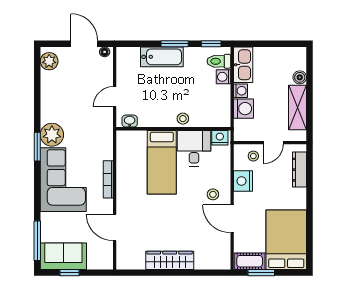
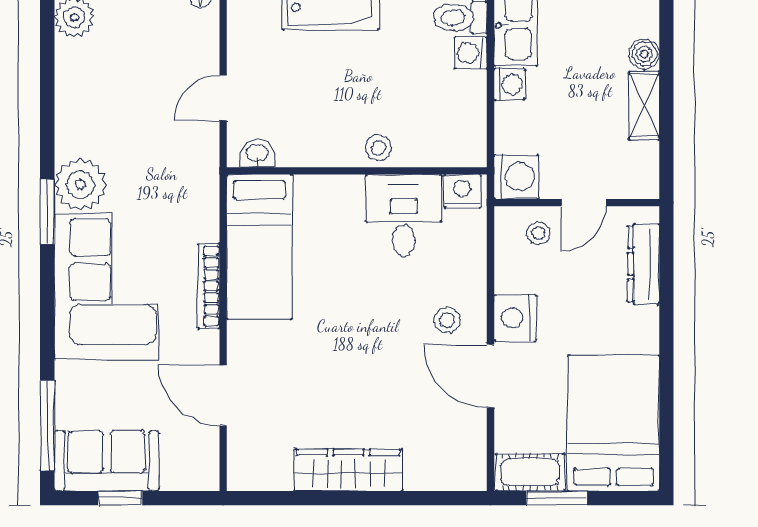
shelving: (297, 108) -> (644, 106), width x0.67, depth x0.75
washing machine: (244, 109) -> (516, 177), moved
bed: (162, 162) -> (259, 247), moved
nightstand: (243, 181) -> (515, 318), moved

